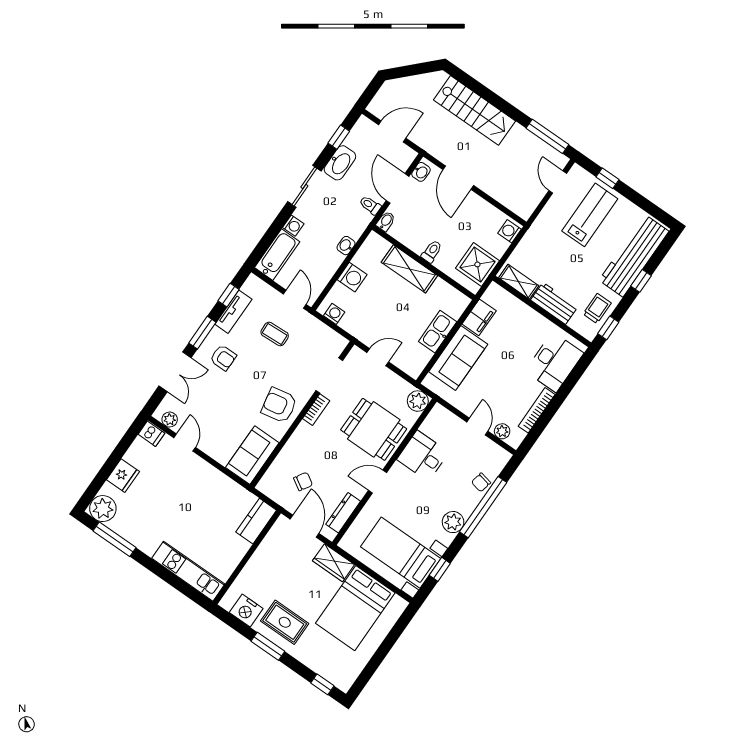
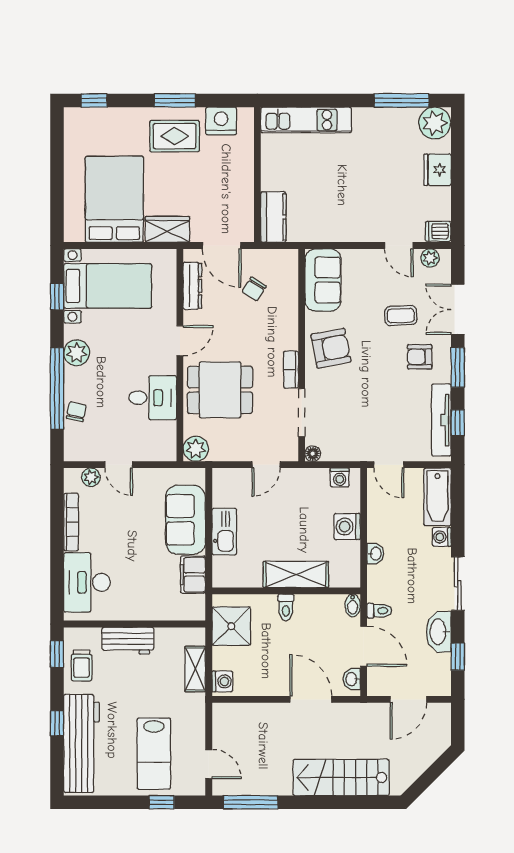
shelving: (519, 282) -> (195, 669), moved, turned 90
tv unit: (233, 312) -> (441, 420), width x1.41
coffee table: (275, 334) -> (401, 316), moved
floor lamp: (341, 343) -> (313, 454), added

